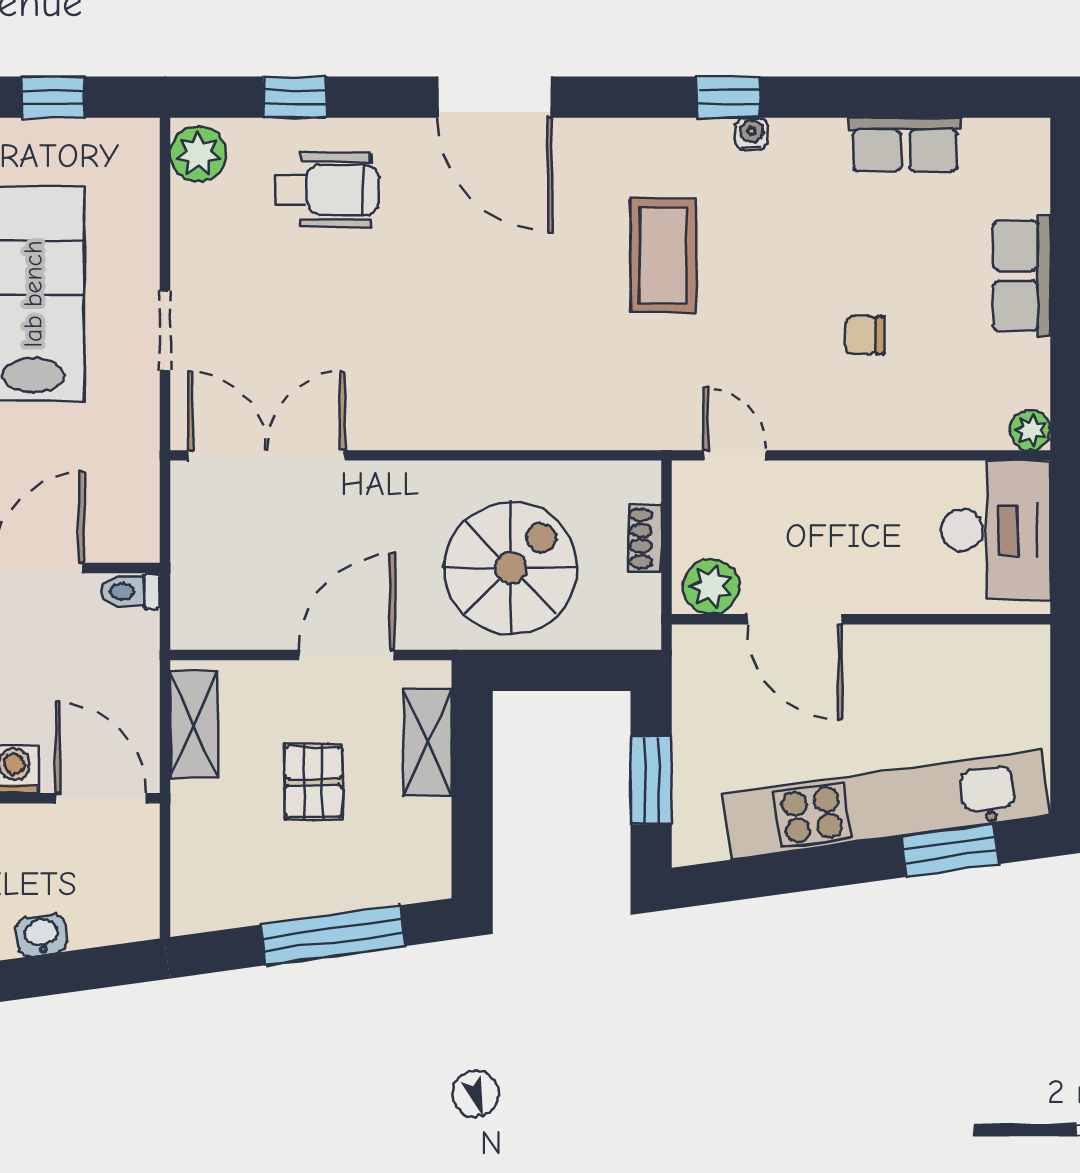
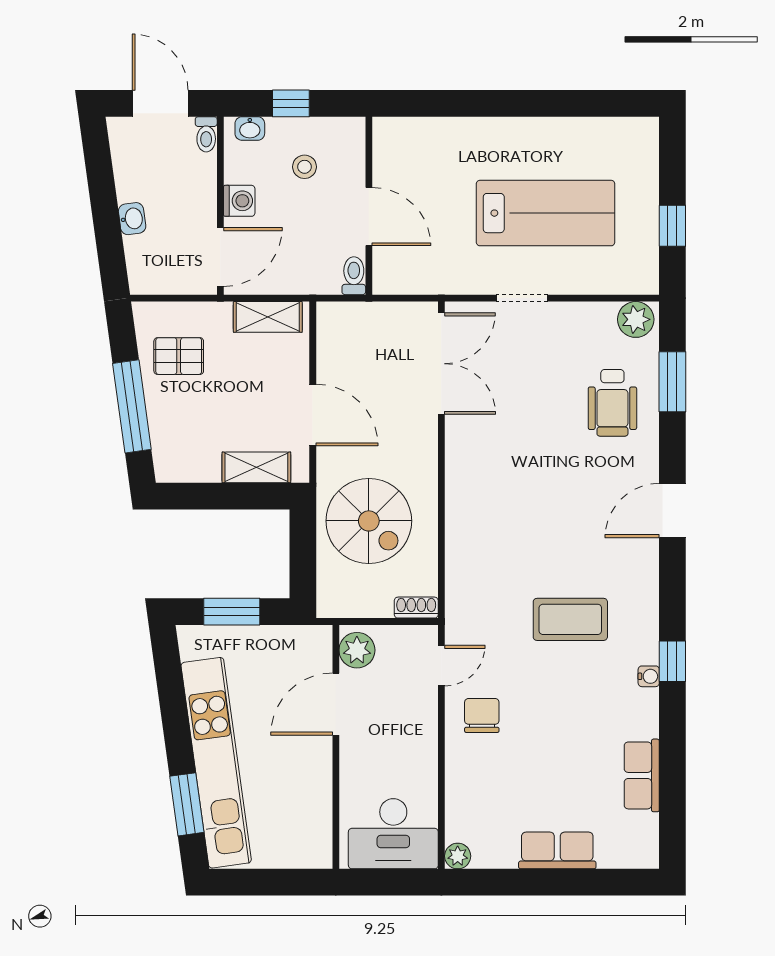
window: (295, 97) -> (672, 382), width x1.50
door: (494, 97) -> (672, 511), width x0.73
chair: (865, 335) -> (482, 716), moved, width x1.37, depth x1.37
shoe rack: (645, 538) -> (416, 608), moved
pallet: (314, 782) -> (179, 356), moved

